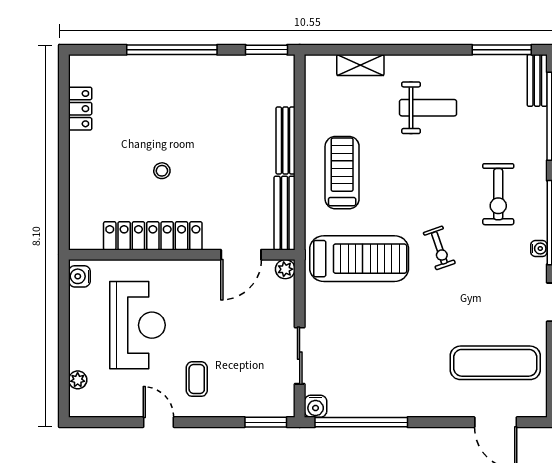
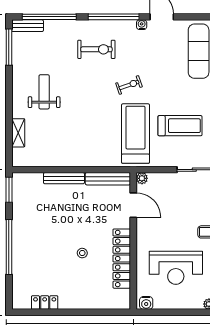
treadmill: (342, 173) -> (180, 126), moved, turned 180
water cooler: (539, 248) -> (142, 25), moved
reception desk: (138, 325) -> (176, 268), turned 180

